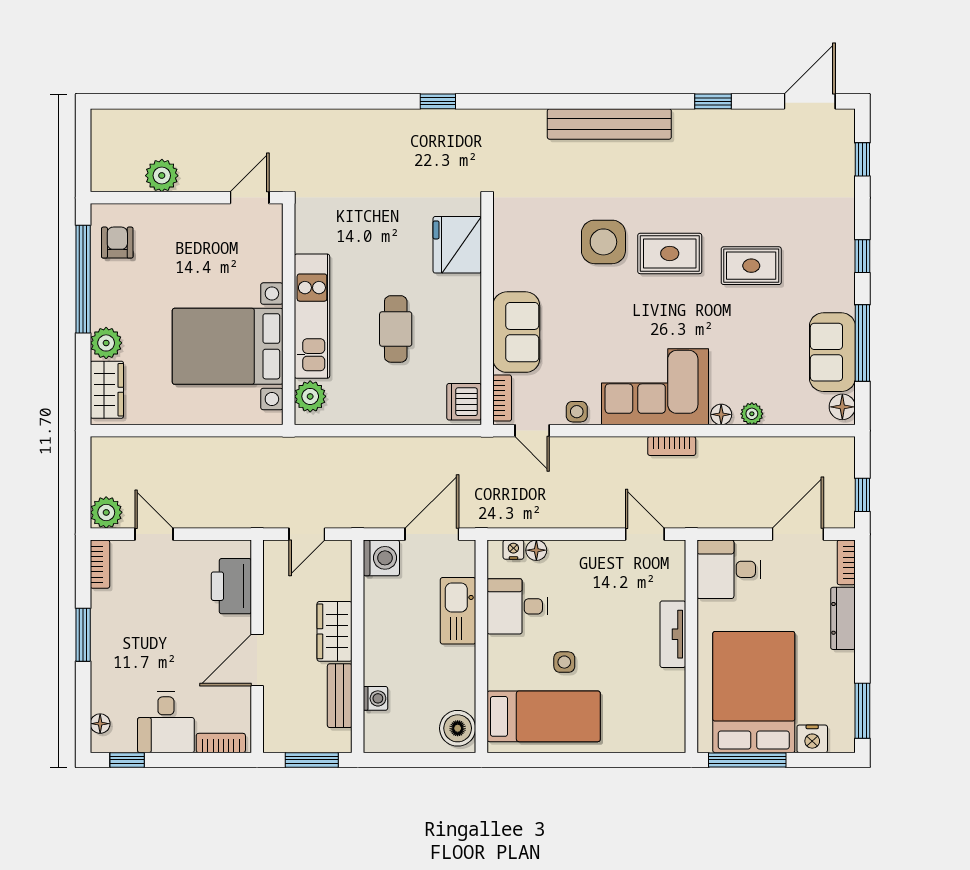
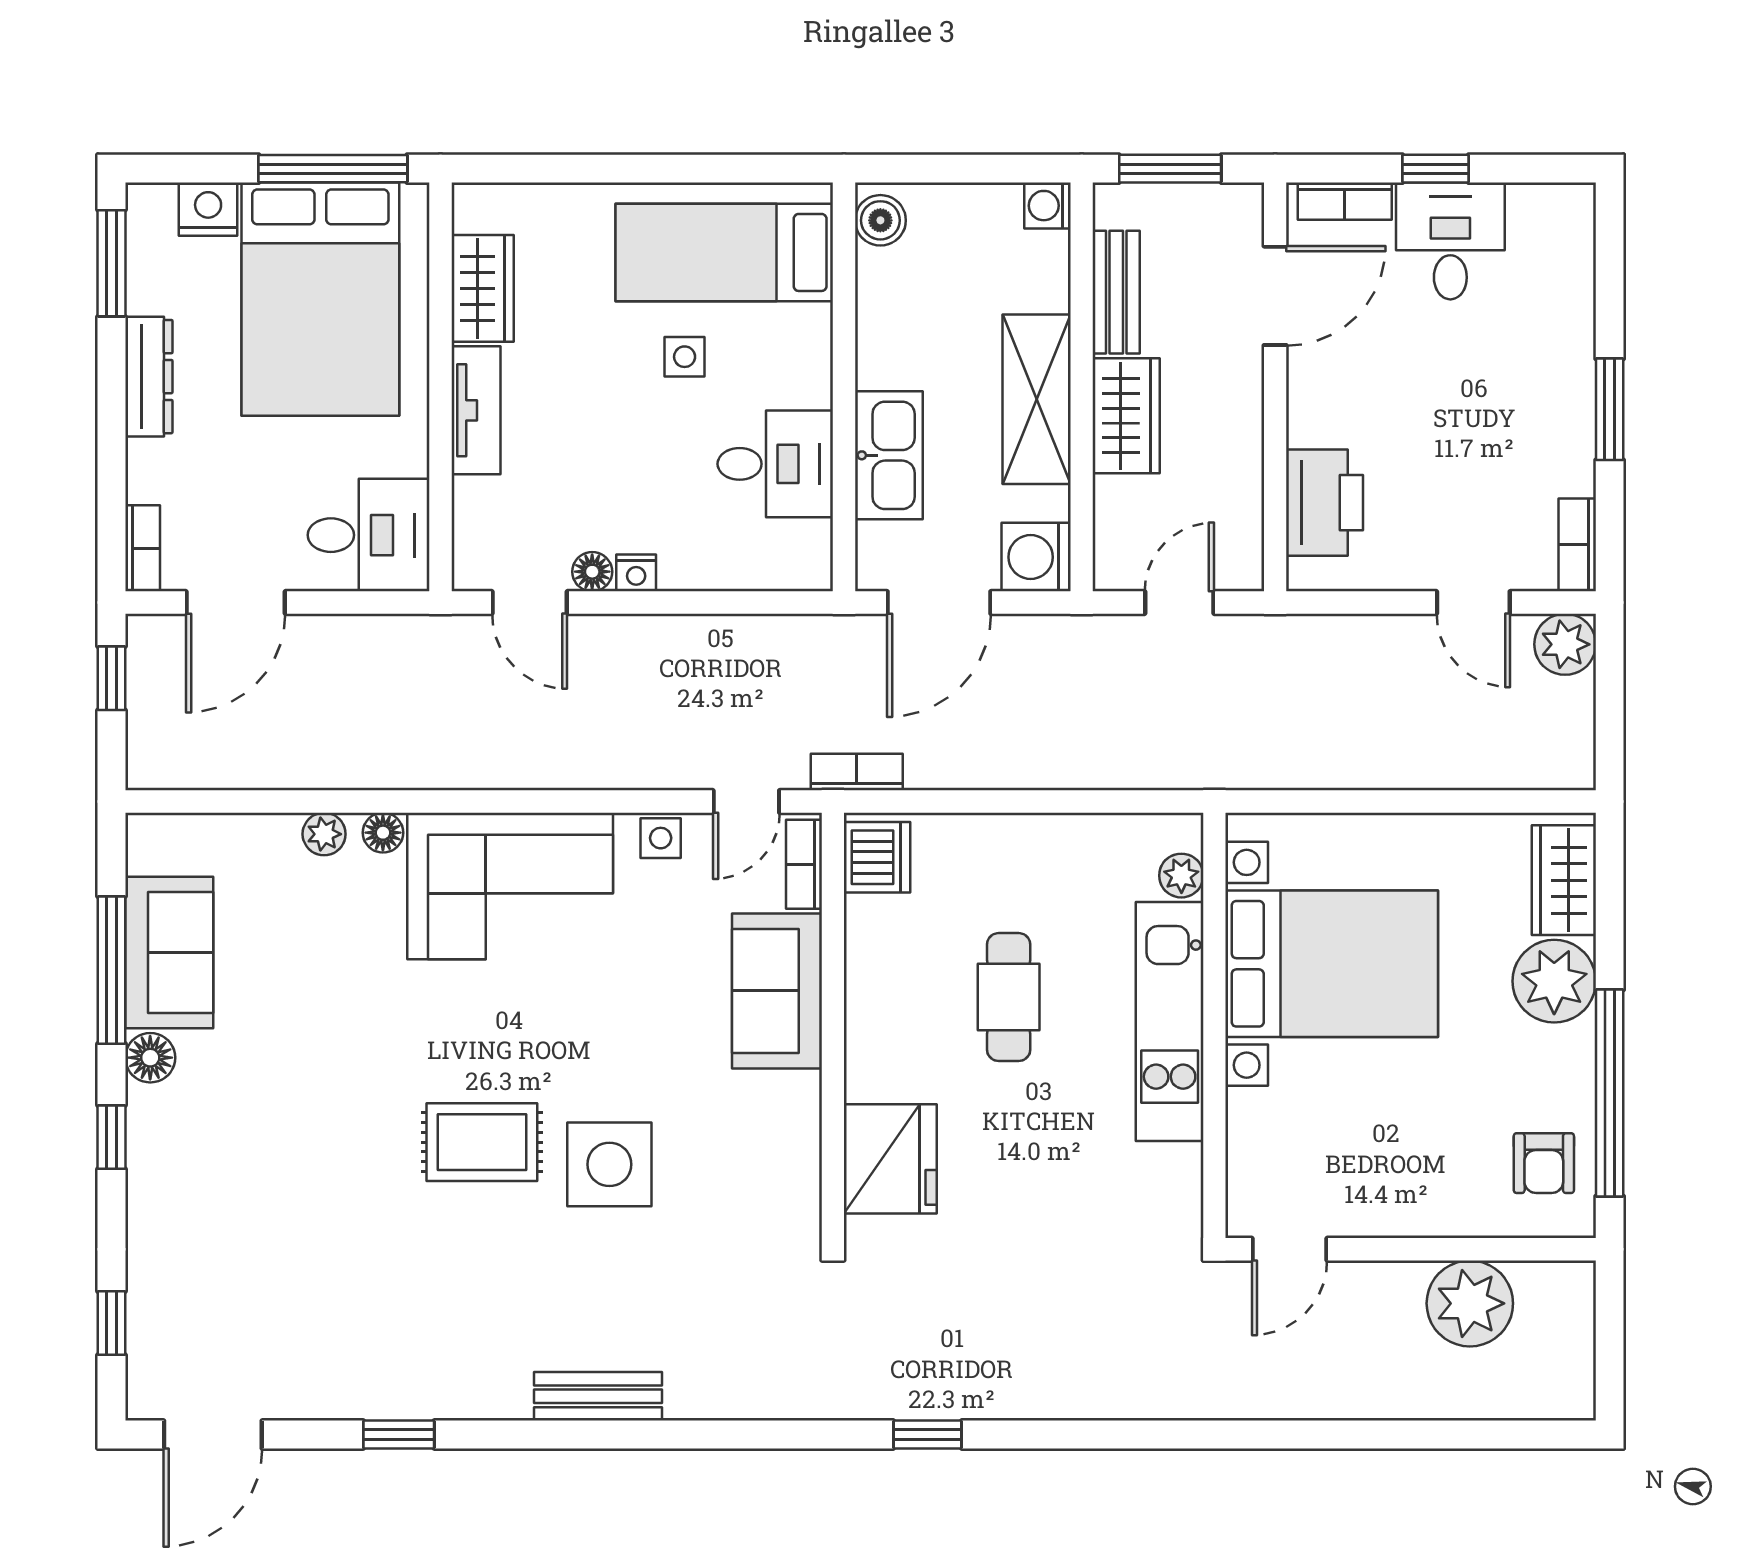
bench: (609, 124) -> (598, 1396), width x0.54, depth x0.82
plant: (162, 176) -> (1470, 1303), width x1.36, depth x1.36
rug: (751, 266) -> (325, 1119), removed
plant: (106, 343) -> (1554, 981), width x1.36, depth x1.36
plant: (310, 396) -> (1181, 876), width x0.73, depth x0.73
floor lamp: (842, 407) -> (150, 1058), moved
door: (532, 431) -> (746, 802), swing flipped
bookcase: (672, 446) -> (857, 772), moved
nightstand: (513, 550) -> (636, 573), moved
floor lamp: (536, 550) -> (592, 572), moved
dresser: (843, 618) -> (149, 377), moved
shelving: (381, 640) -> (1037, 399), added
door: (257, 660) -> (1275, 296), moved
washing machine: (376, 698) -> (1047, 206), moved
wardrobe: (669, 698) -> (483, 288), added
floor lamp: (100, 724) -> (1577, 238), removed
boiler: (458, 728) -> (880, 220), width x0.73, depth x0.73
window: (127, 760) -> (1435, 169), moved

